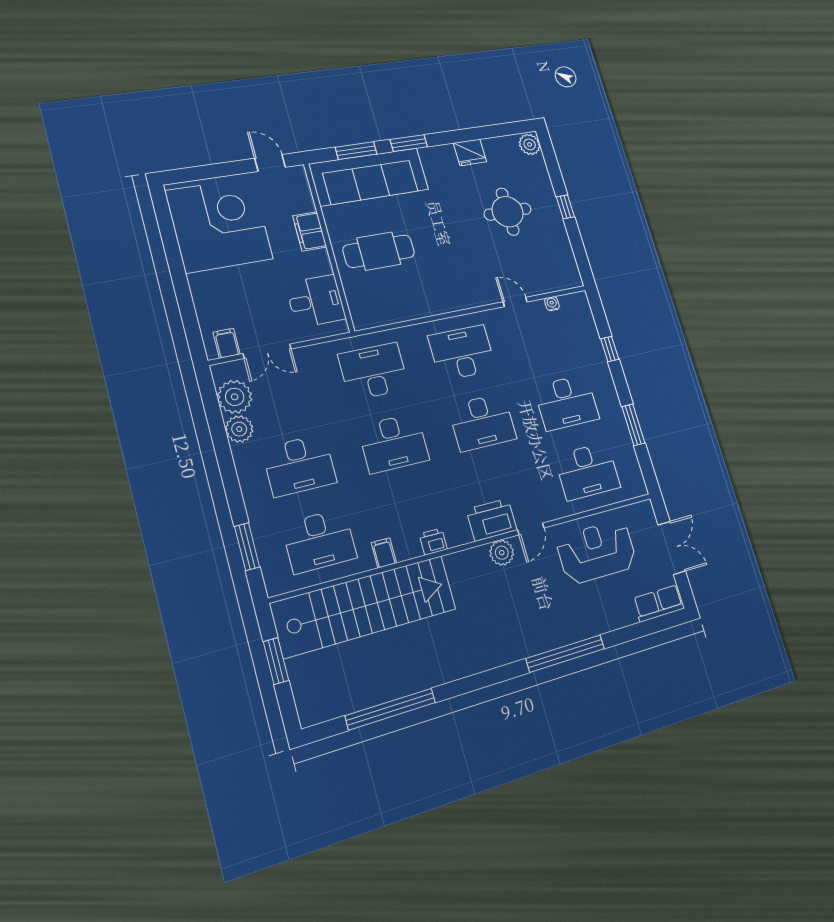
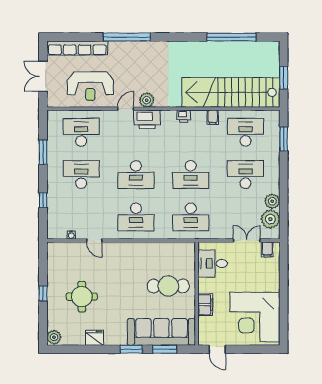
desk: (482, 422) -> (136, 175), turned 180
desk: (393, 443) -> (191, 175), turned 180
row of seats: (659, 603) -> (77, 48), width x2.02

